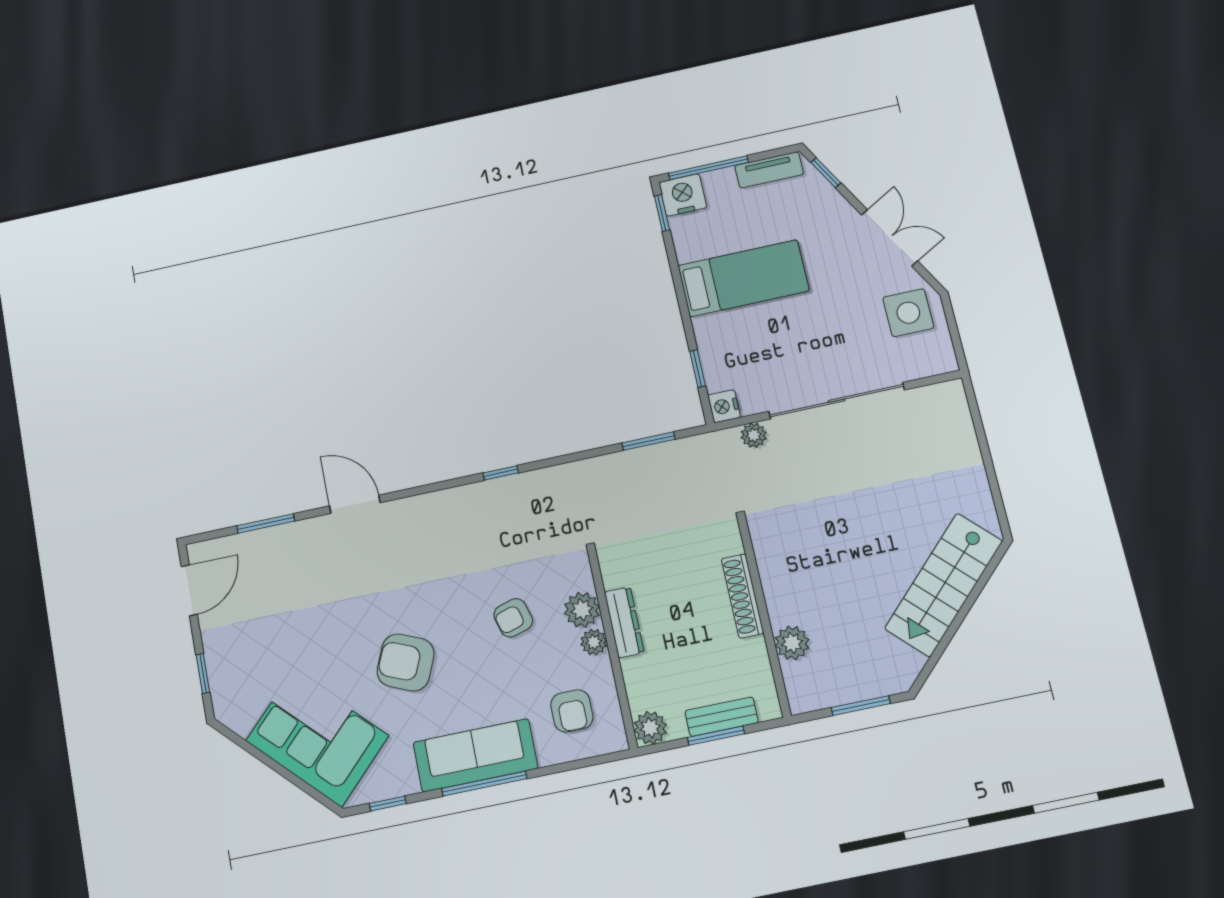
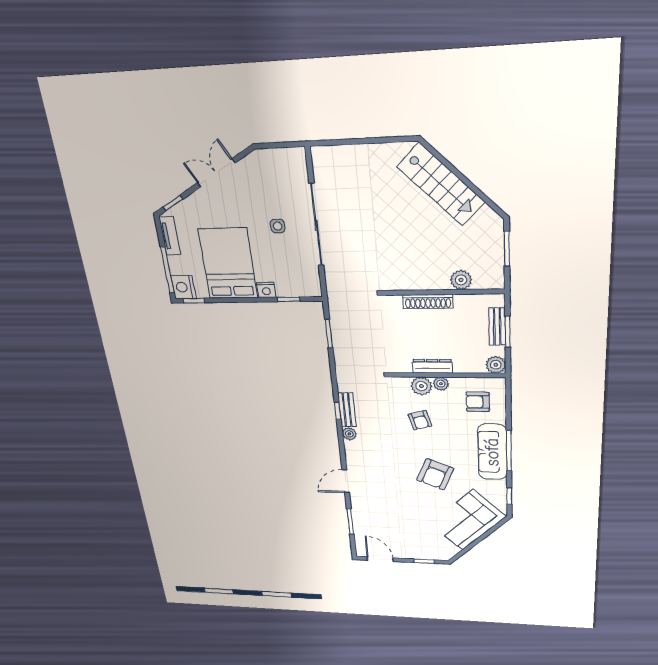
bed: (743, 278) -> (228, 264), width x1.50
side table: (908, 313) -> (278, 226), moved, width x0.54, depth x0.54
nightstand: (724, 406) -> (266, 290), moved
plant: (754, 435) -> (349, 434), moved
bench: (507, 489) -> (347, 410), added
armchair: (572, 711) -> (478, 402), turned 180

